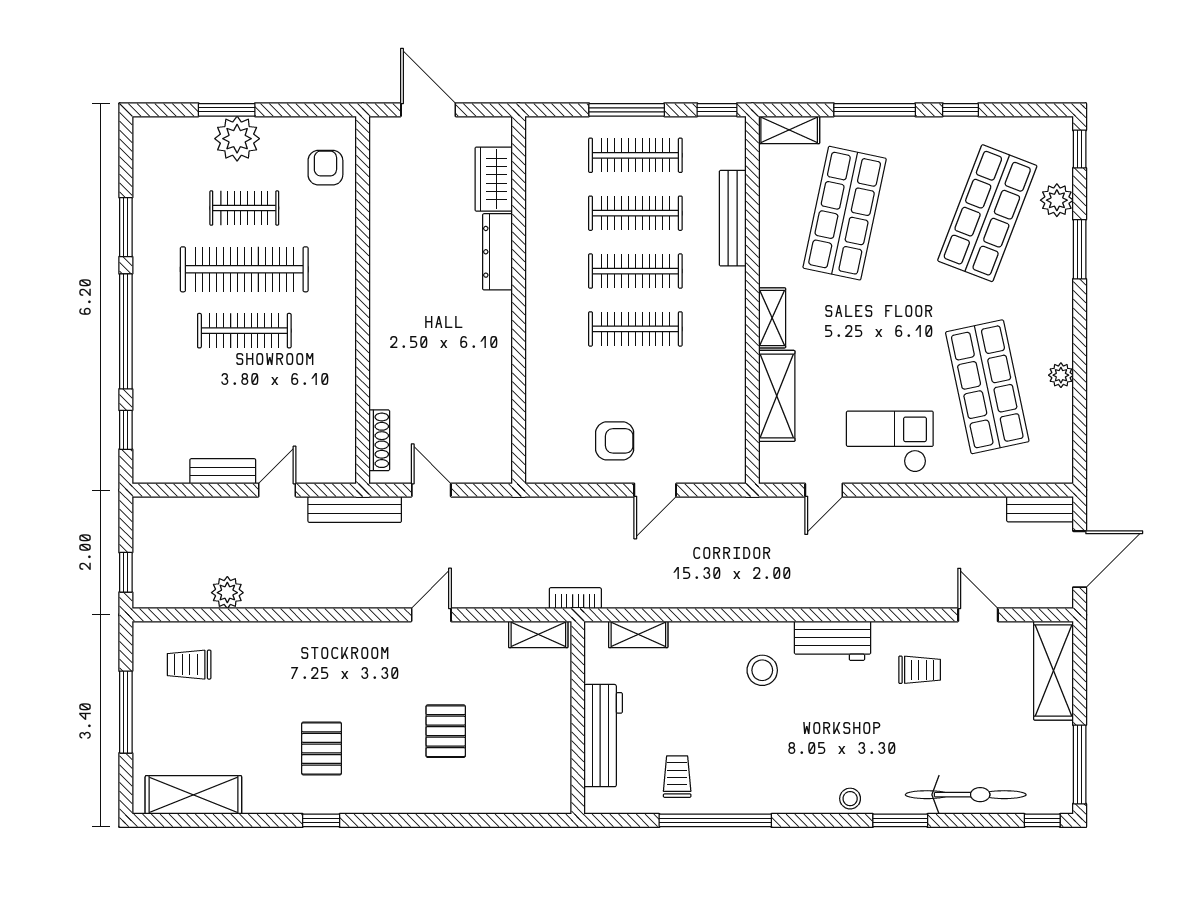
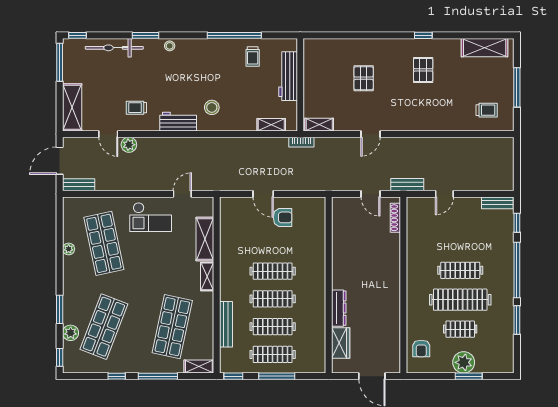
armchair: (615, 441) -> (283, 217), turned 180
bench: (223, 471) -> (497, 203), moved
door: (655, 490) -> (263, 194), swing flipped
bench: (355, 509) -> (407, 185), width x0.73
window: (126, 572) -> (517, 154), removed
plant: (227, 593) -> (129, 145), moved

